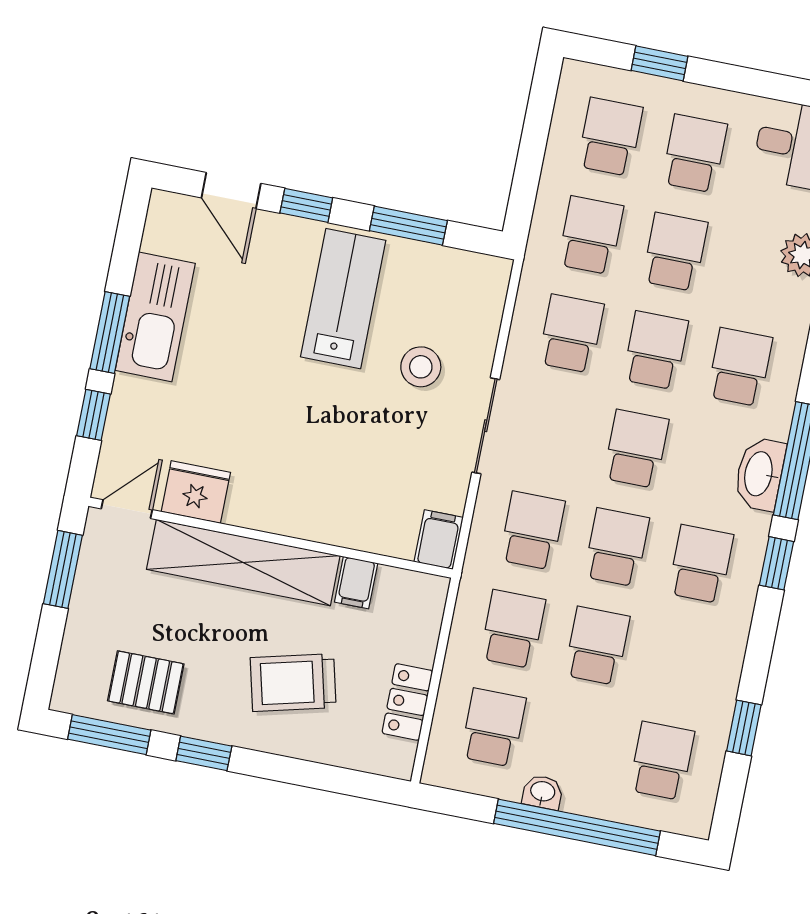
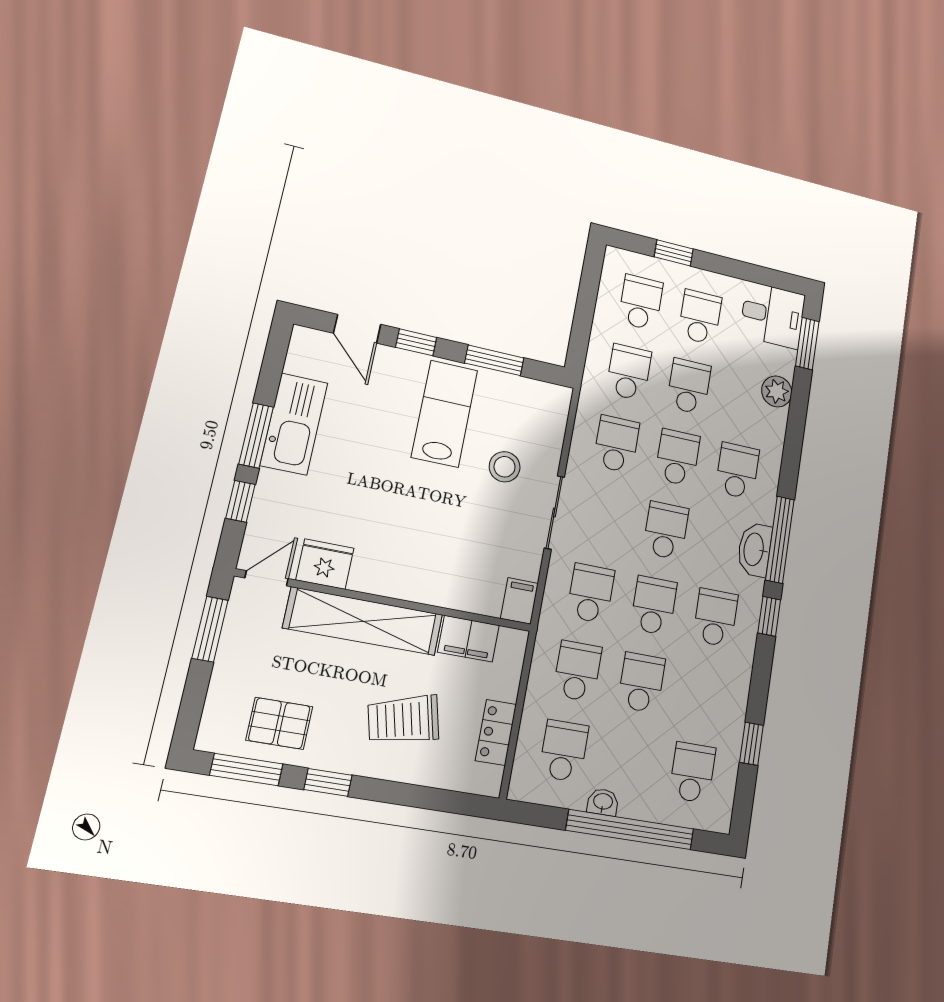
filing cabinet: (356, 583) -> (468, 639), width x2.00

